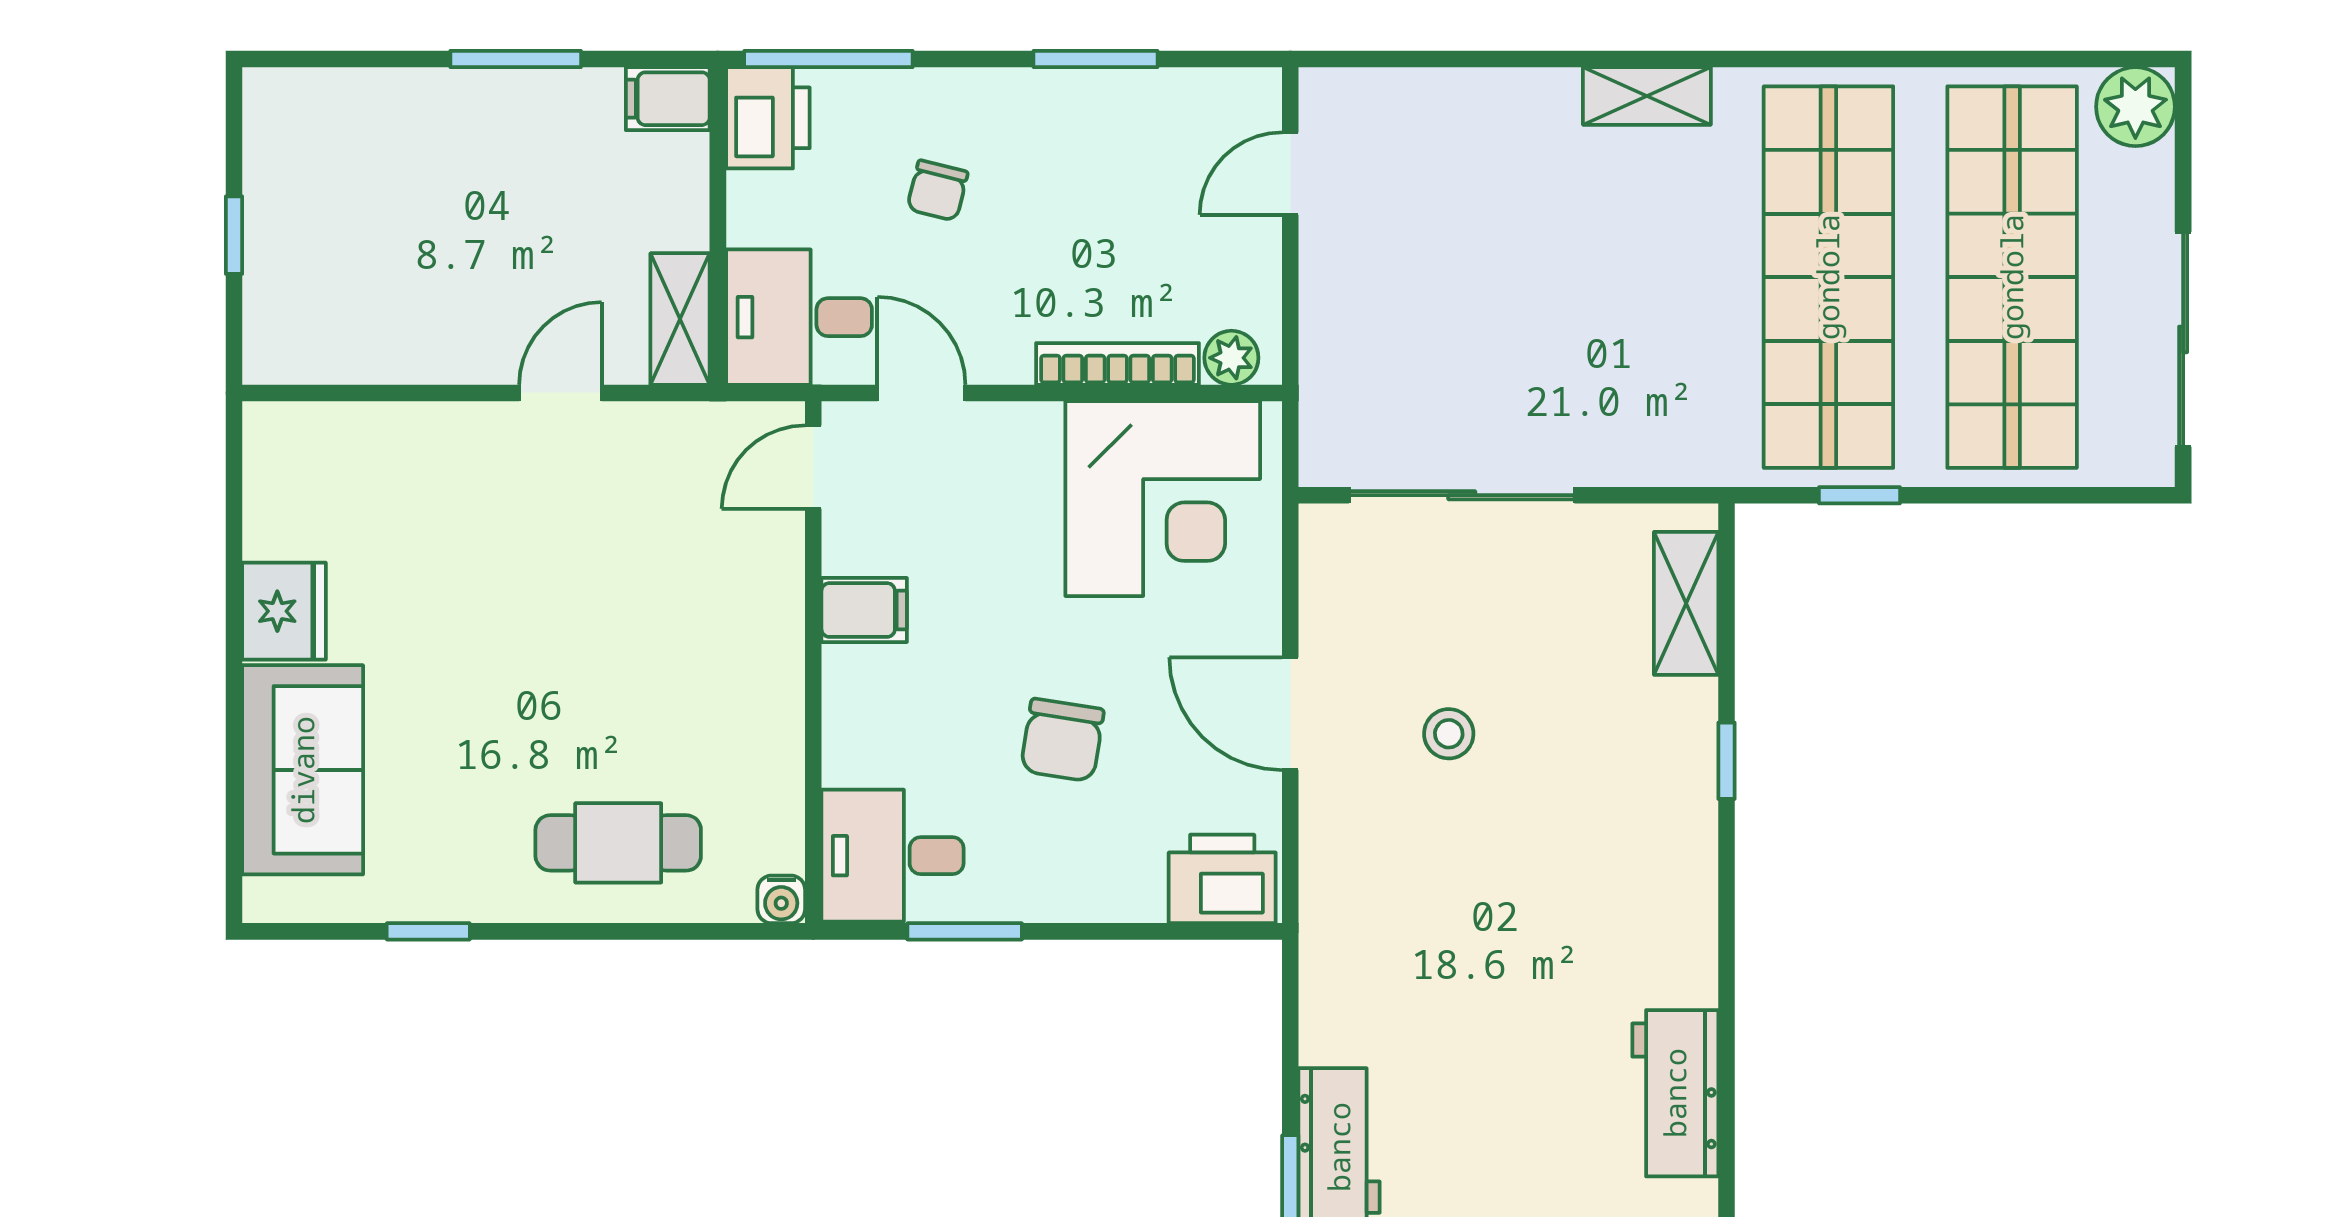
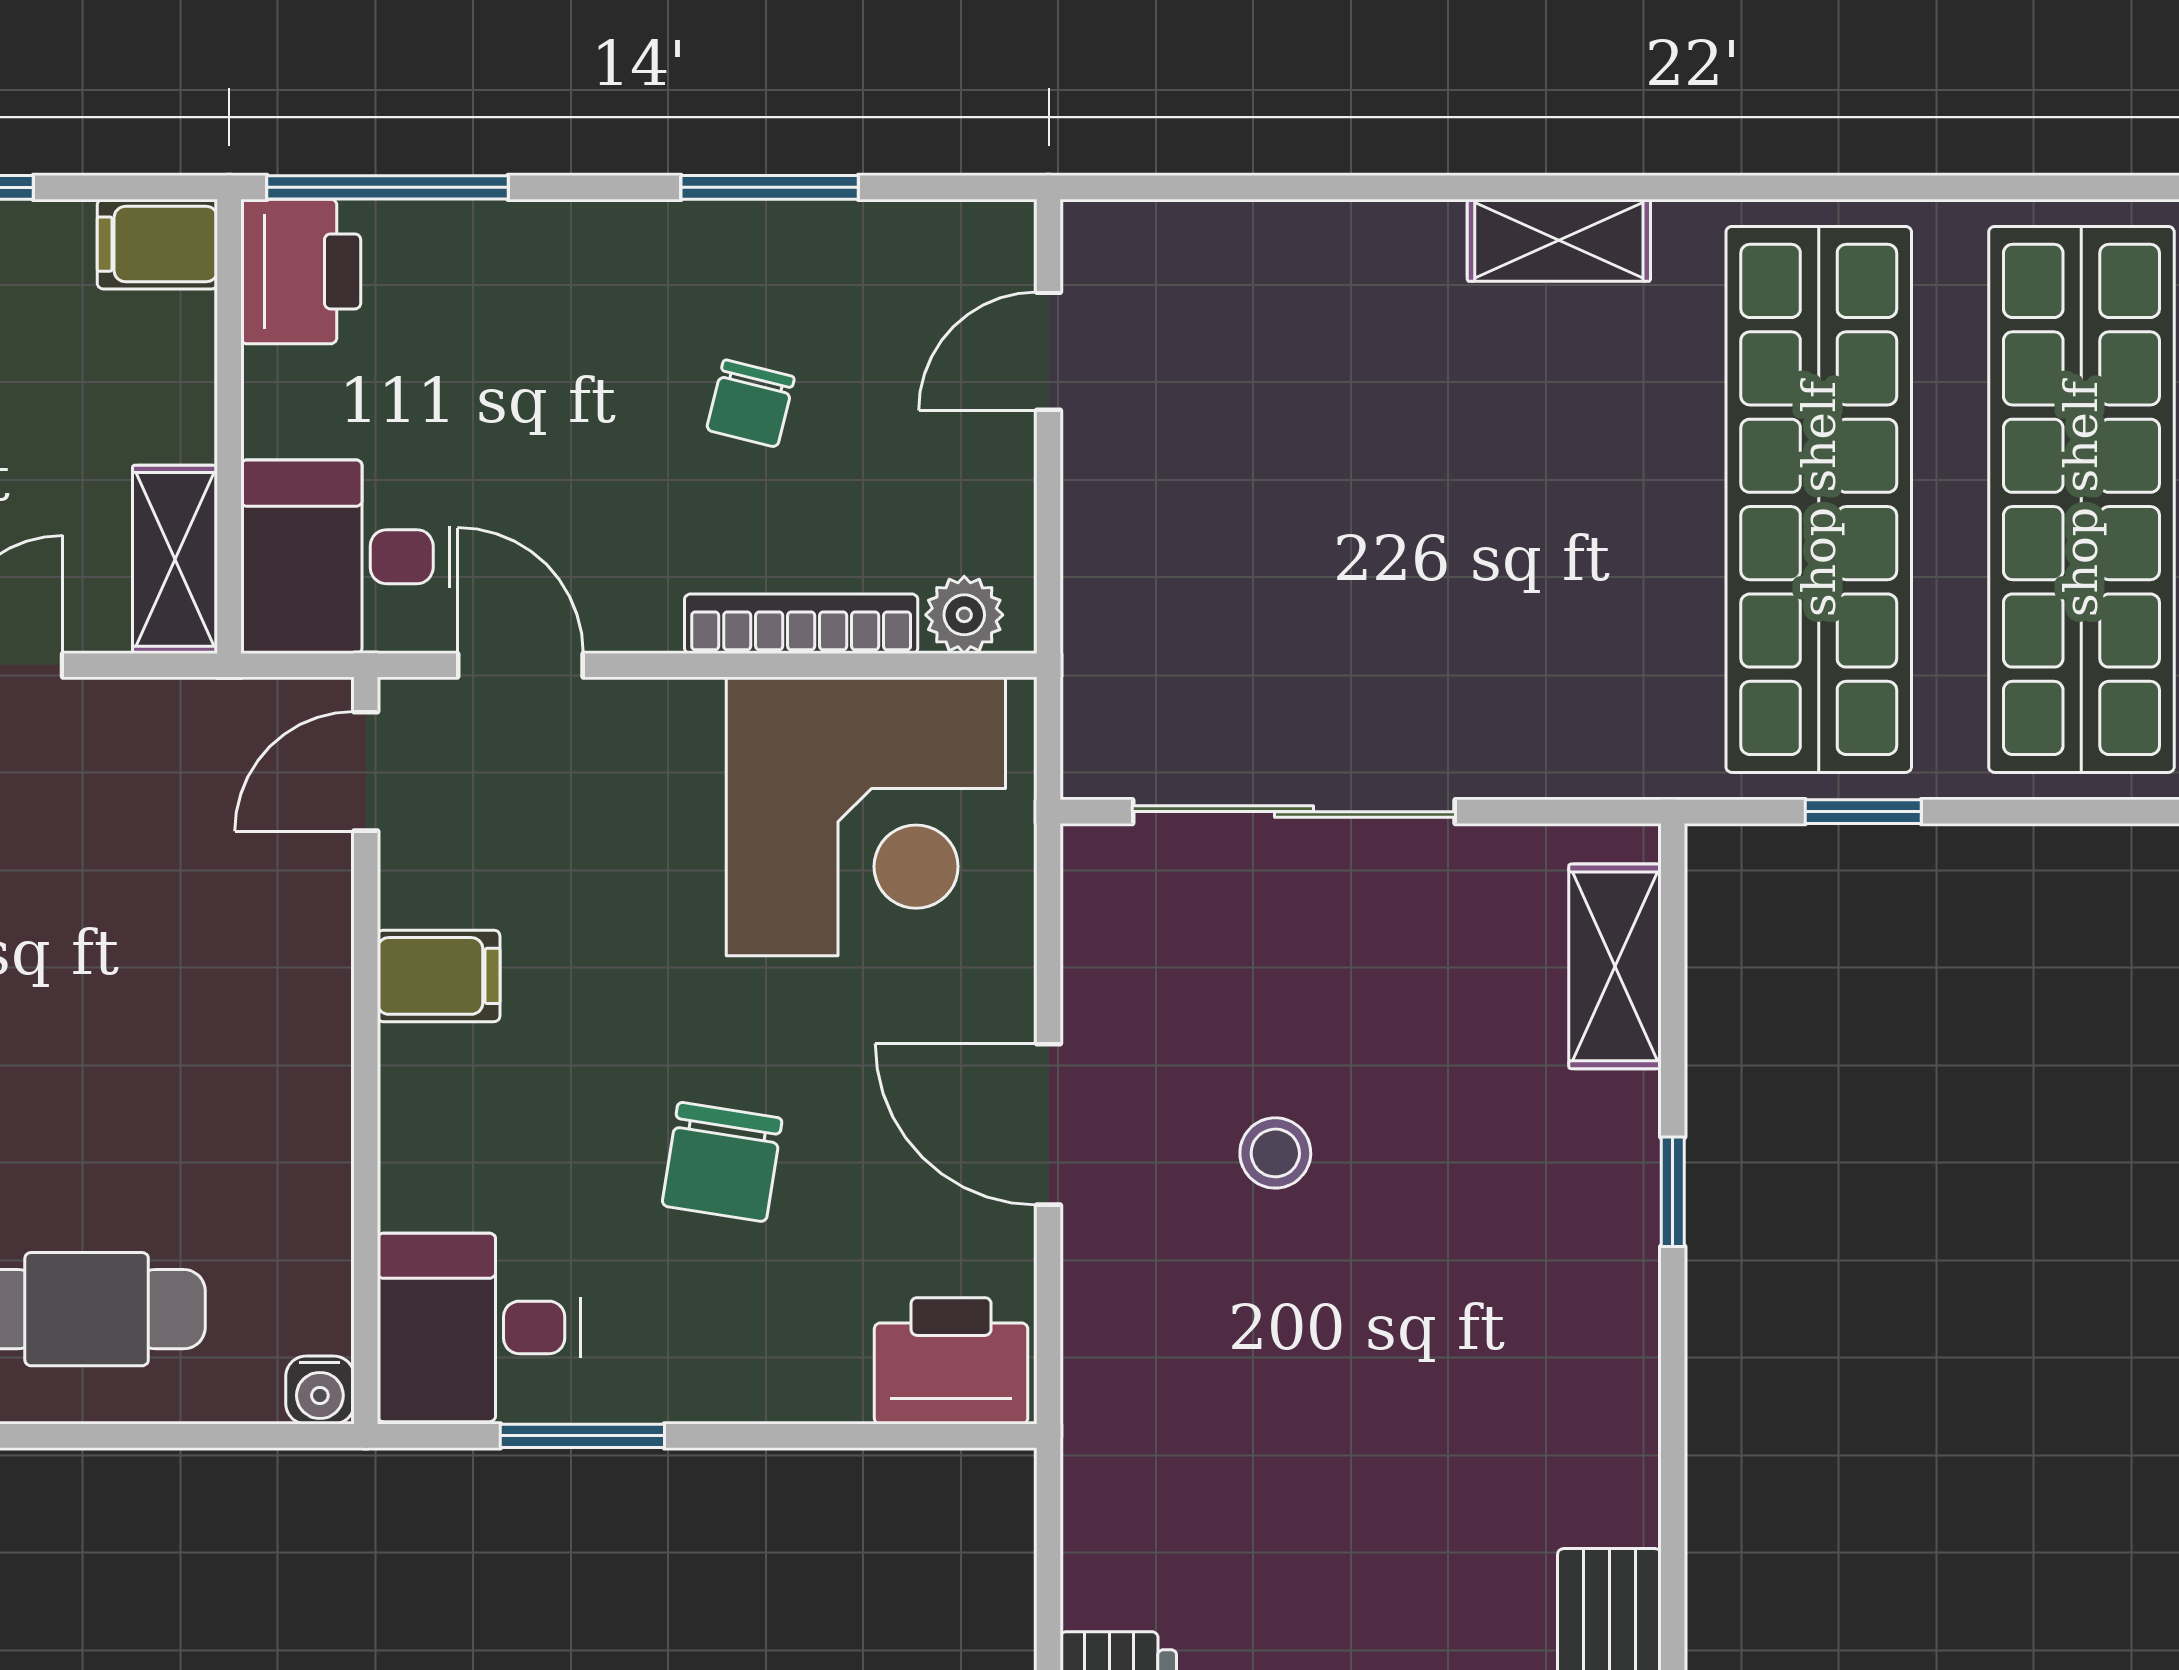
chair: (937, 191) -> (750, 403), moved

